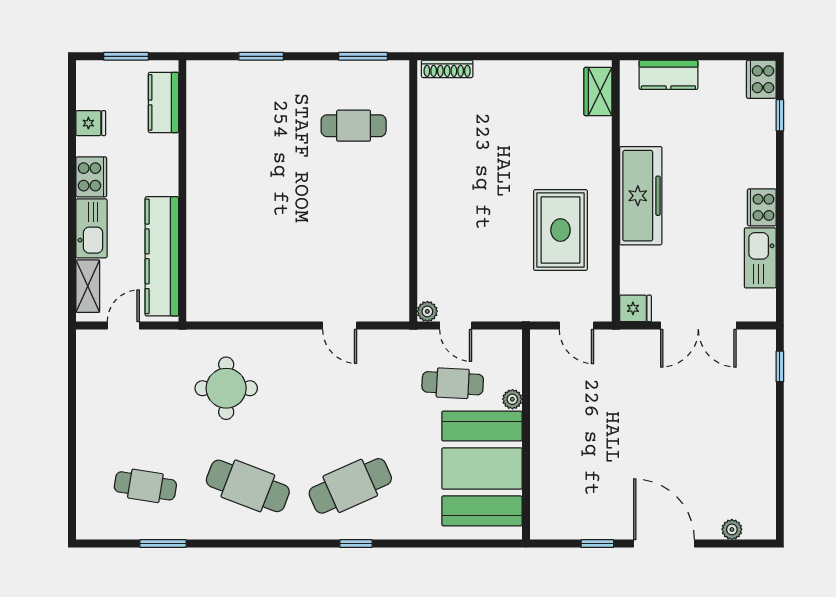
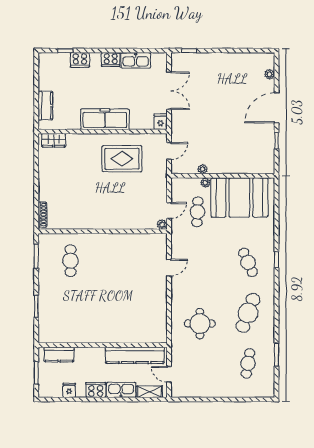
cooker: (761, 79) -> (80, 60), moved
plant: (539, 394) -> (203, 169), added
cafe table: (350, 486) -> (248, 262), width x0.73, depth x0.74

